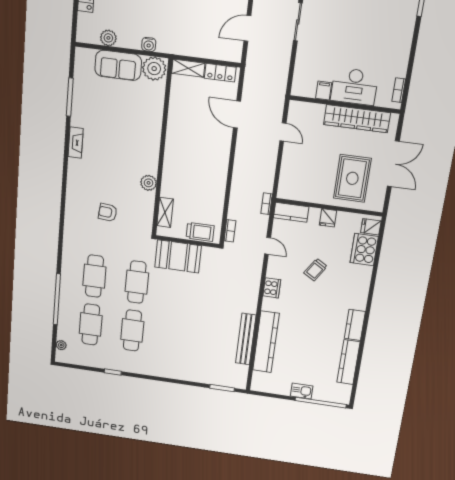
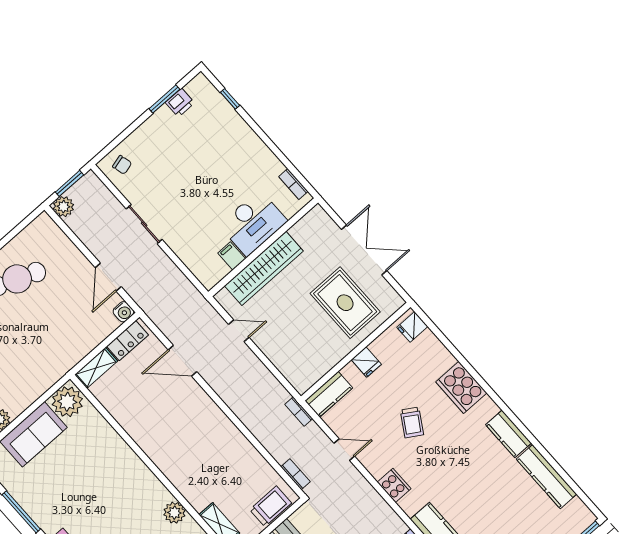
water cooler: (149, 44) -> (123, 312), moved
wardrobe: (357, 119) -> (264, 268), moved
cooker: (364, 249) -> (461, 387), moved

